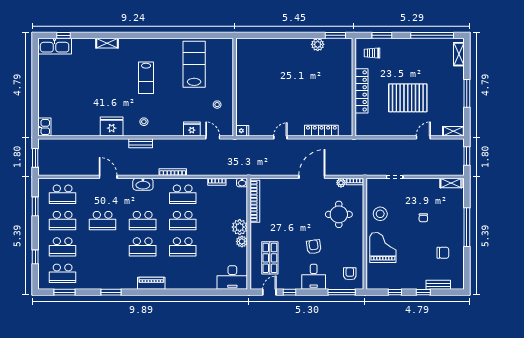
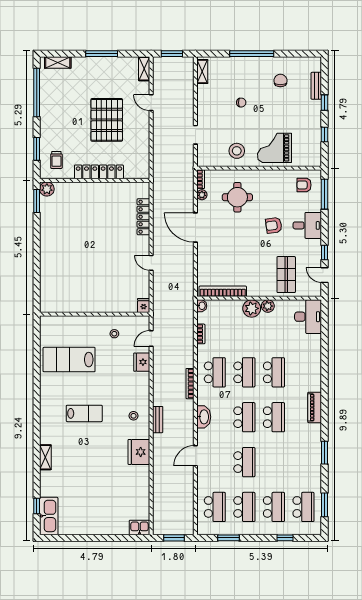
plant: (318, 44) -> (47, 189), moved
shop shelf: (270, 258) -> (286, 275), turned 90

